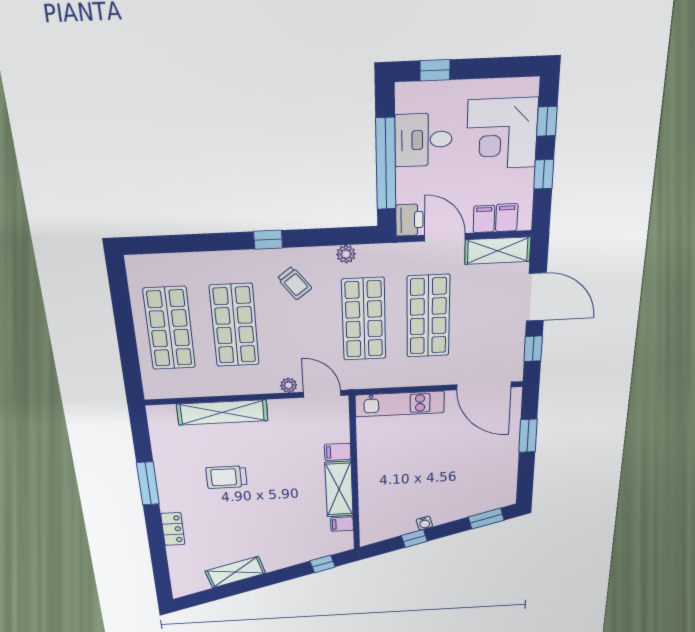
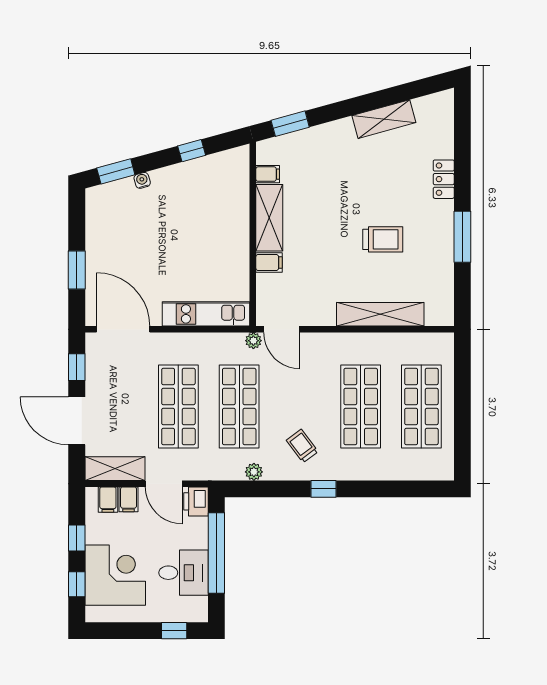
plant: (289, 385) -> (253, 341), moved
water cooler: (424, 523) -> (142, 180), moved
window: (323, 564) -> (290, 124), width x1.50

